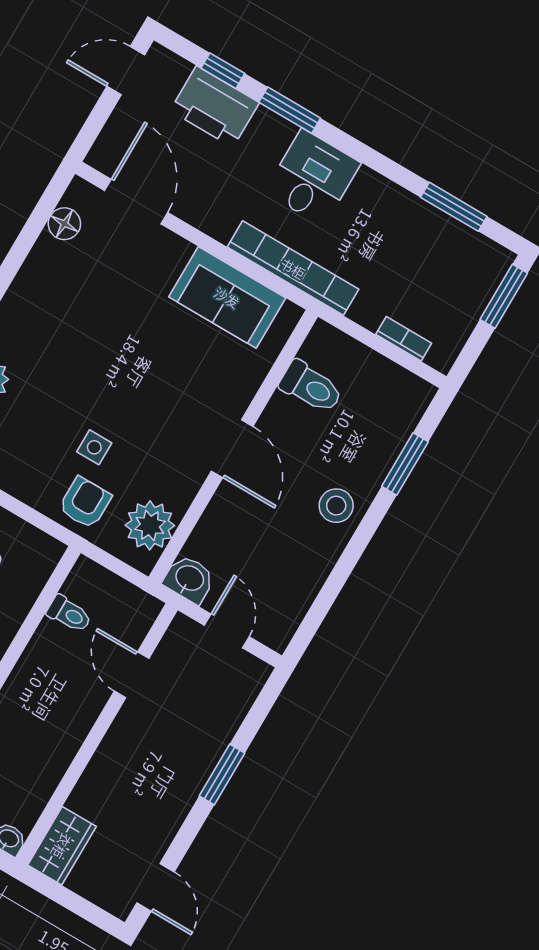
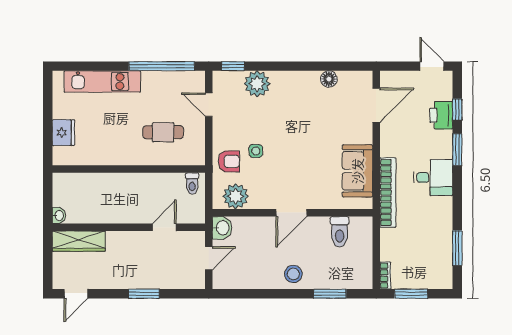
printer: (215, 107) -> (441, 115), width x0.73, depth x0.84
floor lamp: (64, 224) -> (329, 79), moved
window: (504, 296) -> (411, 294), moved
bookcase: (404, 339) -> (385, 276), moved
toilet: (69, 614) -> (192, 183), moved
wardrobe: (62, 846) -> (79, 241), width x1.50

